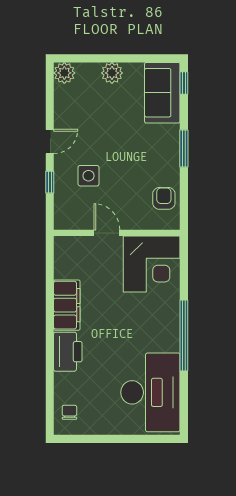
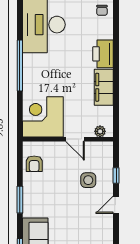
plant: (72, 244) -> (100, 131), added

